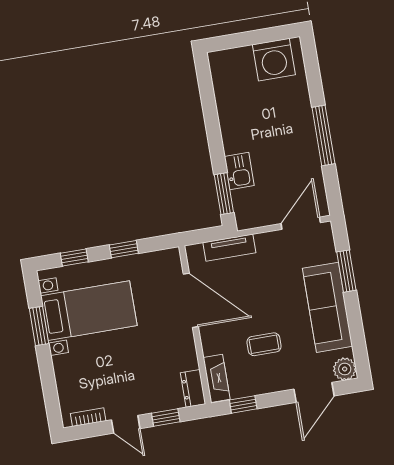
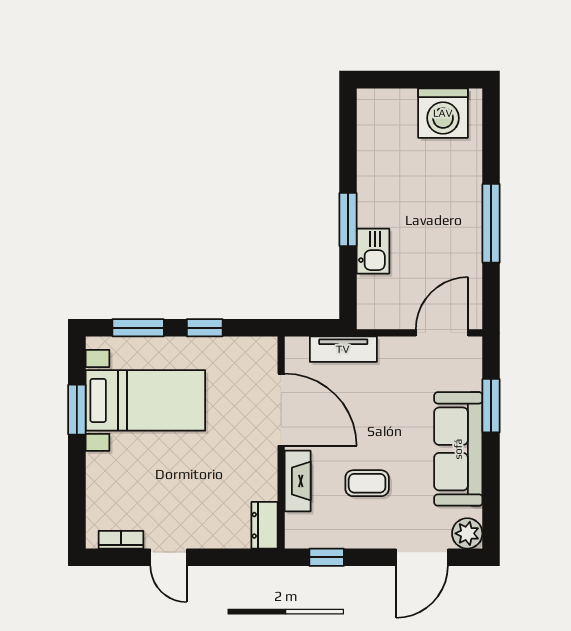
window: (224, 194) -> (348, 220), moved
window: (74, 257) -> (138, 328), width x1.50
fireplace: (217, 378) -> (298, 481), moved
window: (166, 418) -> (222, 557), removed

